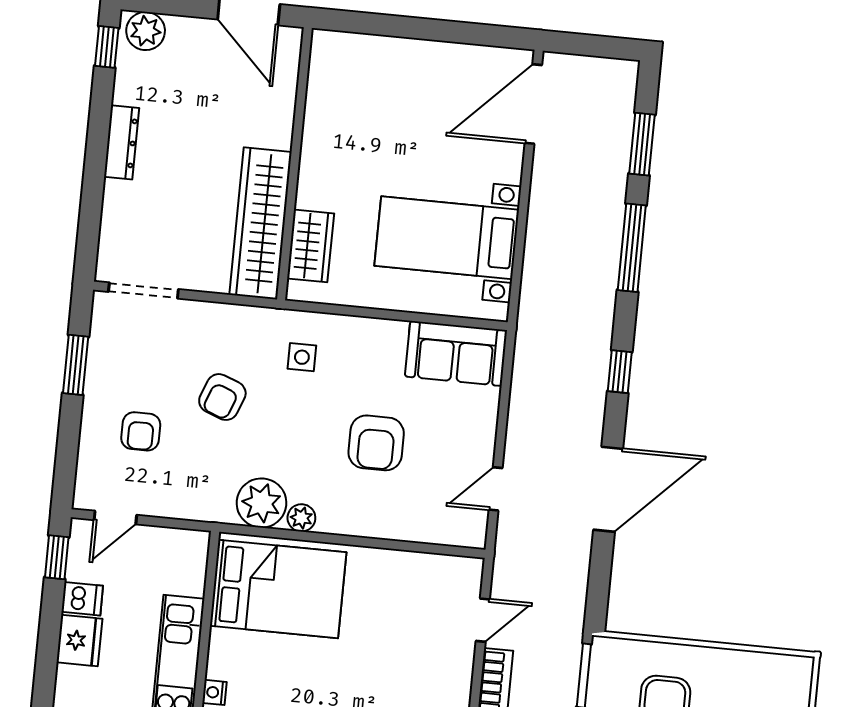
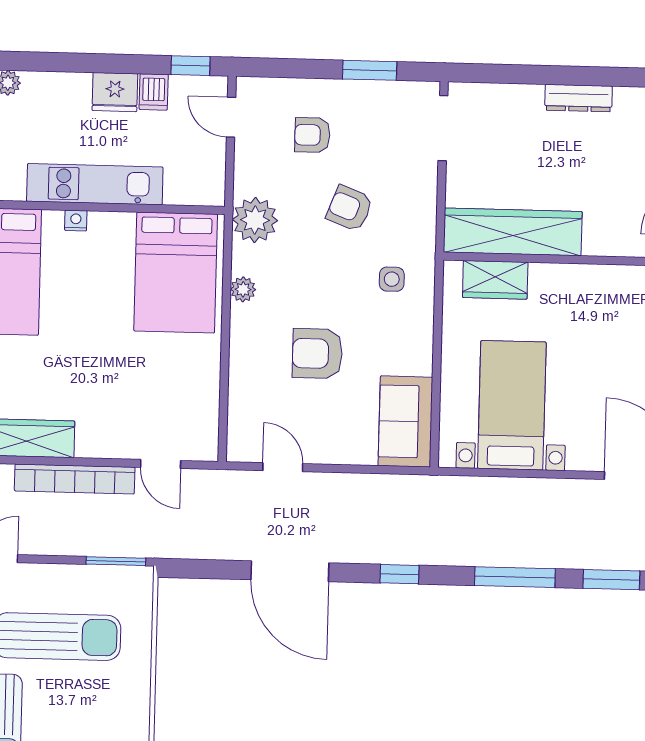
plant: (261, 503) -> (255, 220), moved

